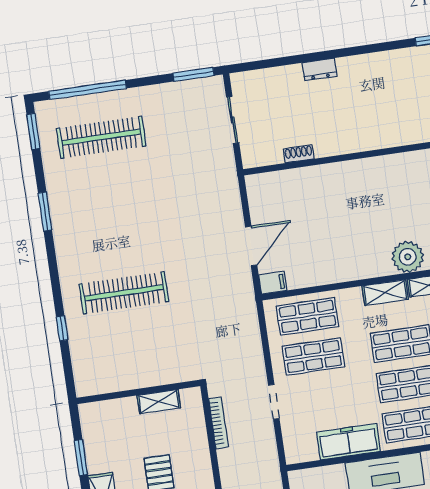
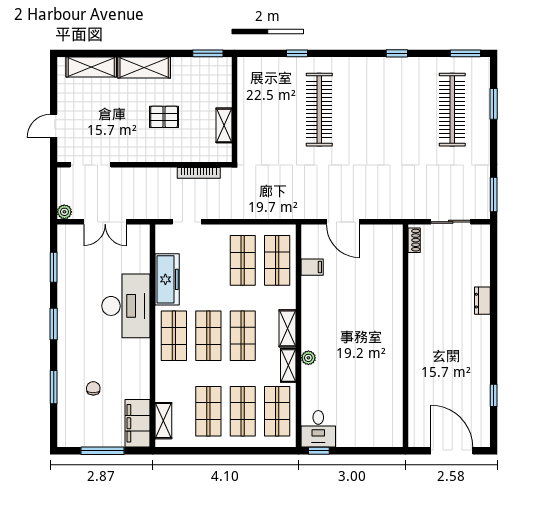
window: (87, 90) -> (494, 104), width x0.47
shoe rack: (299, 154) -> (414, 240), moved
window: (45, 211) -> (397, 53), width x0.67
plant: (408, 257) -> (308, 358), width x0.53, depth x0.53
filing cabinet: (273, 283) -> (312, 267), moved, turned -90
doorway: (274, 402) -> (187, 222), moved
window: (81, 458) -> (208, 53), moved

